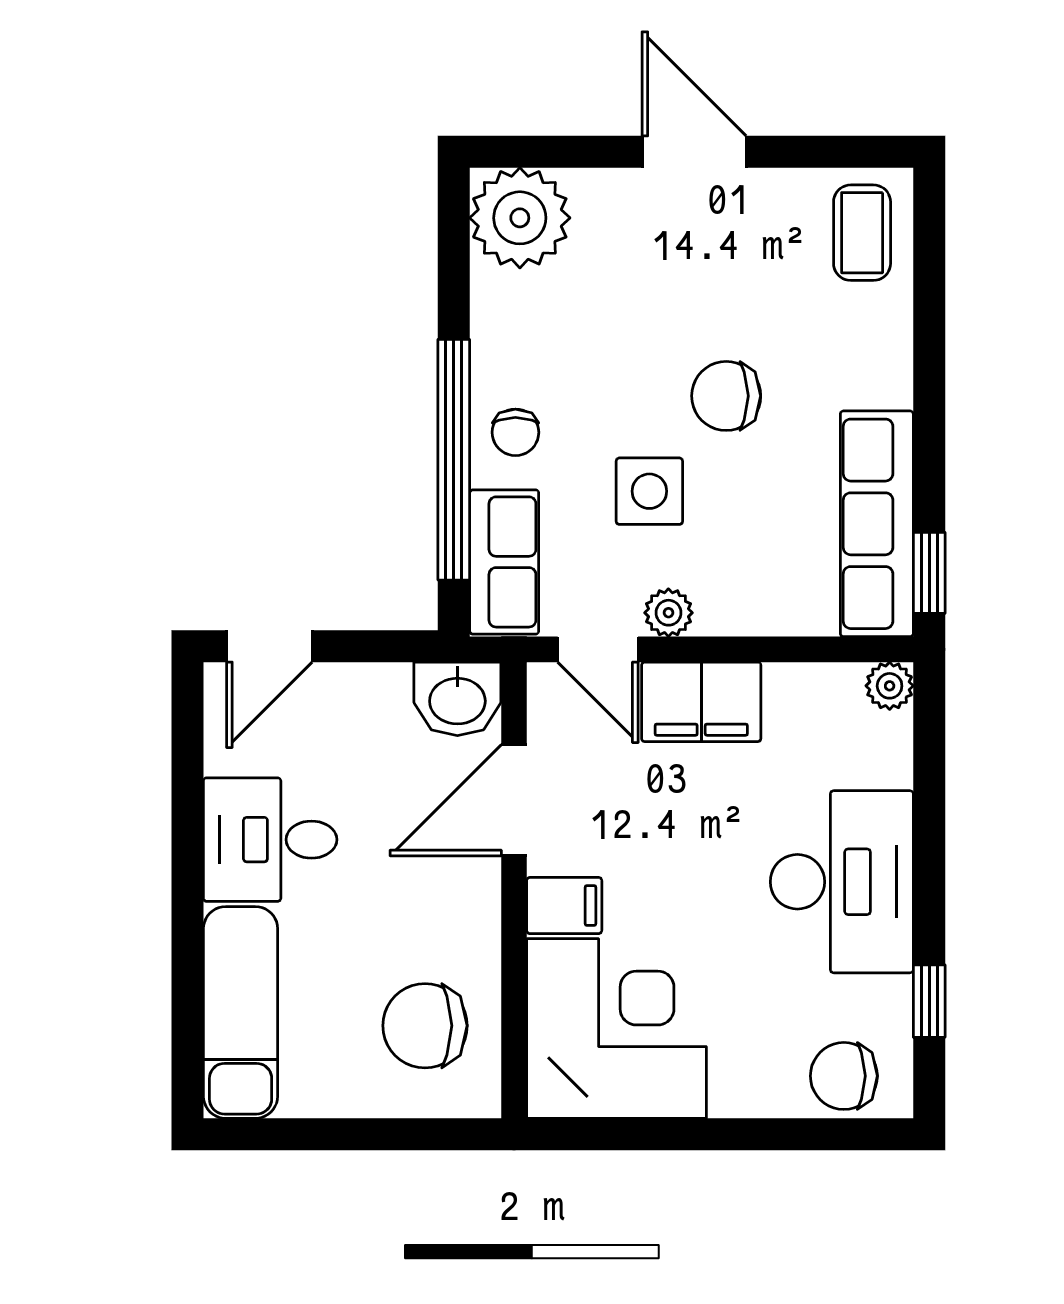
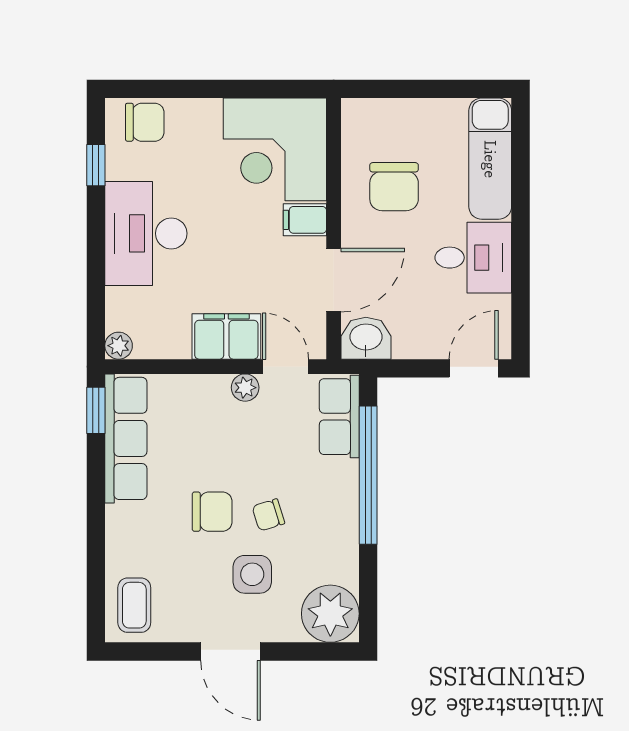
chair: (515, 432) -> (268, 515), moved, turned -107
side table: (649, 491) -> (252, 574), moved
chair: (425, 1026) -> (394, 187), moved, turned 90

